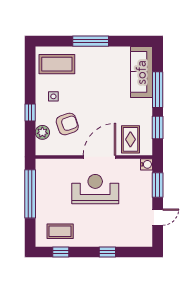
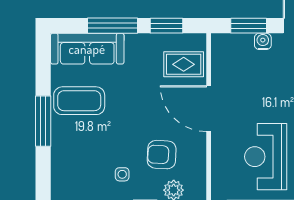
coffee table: (57, 64) -> (79, 101), moved, turned 90
armchair: (67, 124) -> (162, 155), turned -68
water cooler: (147, 164) -> (263, 41), moved
reception desk: (95, 189) -> (266, 157), moved

